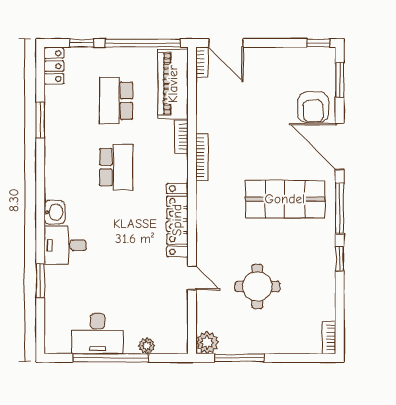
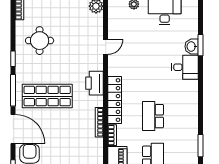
washbasin: (54, 212) -> (192, 46), moved
locker: (177, 220) -> (115, 100), moved
printer: (209, 220) -> (95, 83), added
door: (192, 278) -> (106, 47), swing flipped
round table: (257, 286) -> (40, 41), moved

